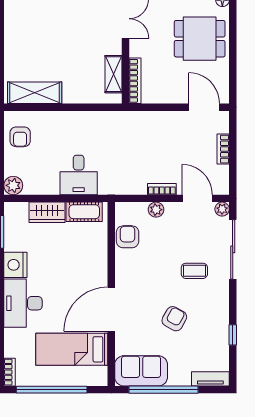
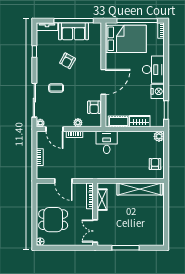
shelving: (35, 93) -> (140, 189), width x1.47
door: (204, 107) -> (63, 181), moved
desk: (79, 175) -> (107, 142), moved
door: (111, 309) -> (103, 82), moved
bed: (72, 349) -> (126, 39), width x1.50
sofa: (141, 371) -> (73, 31), moved

